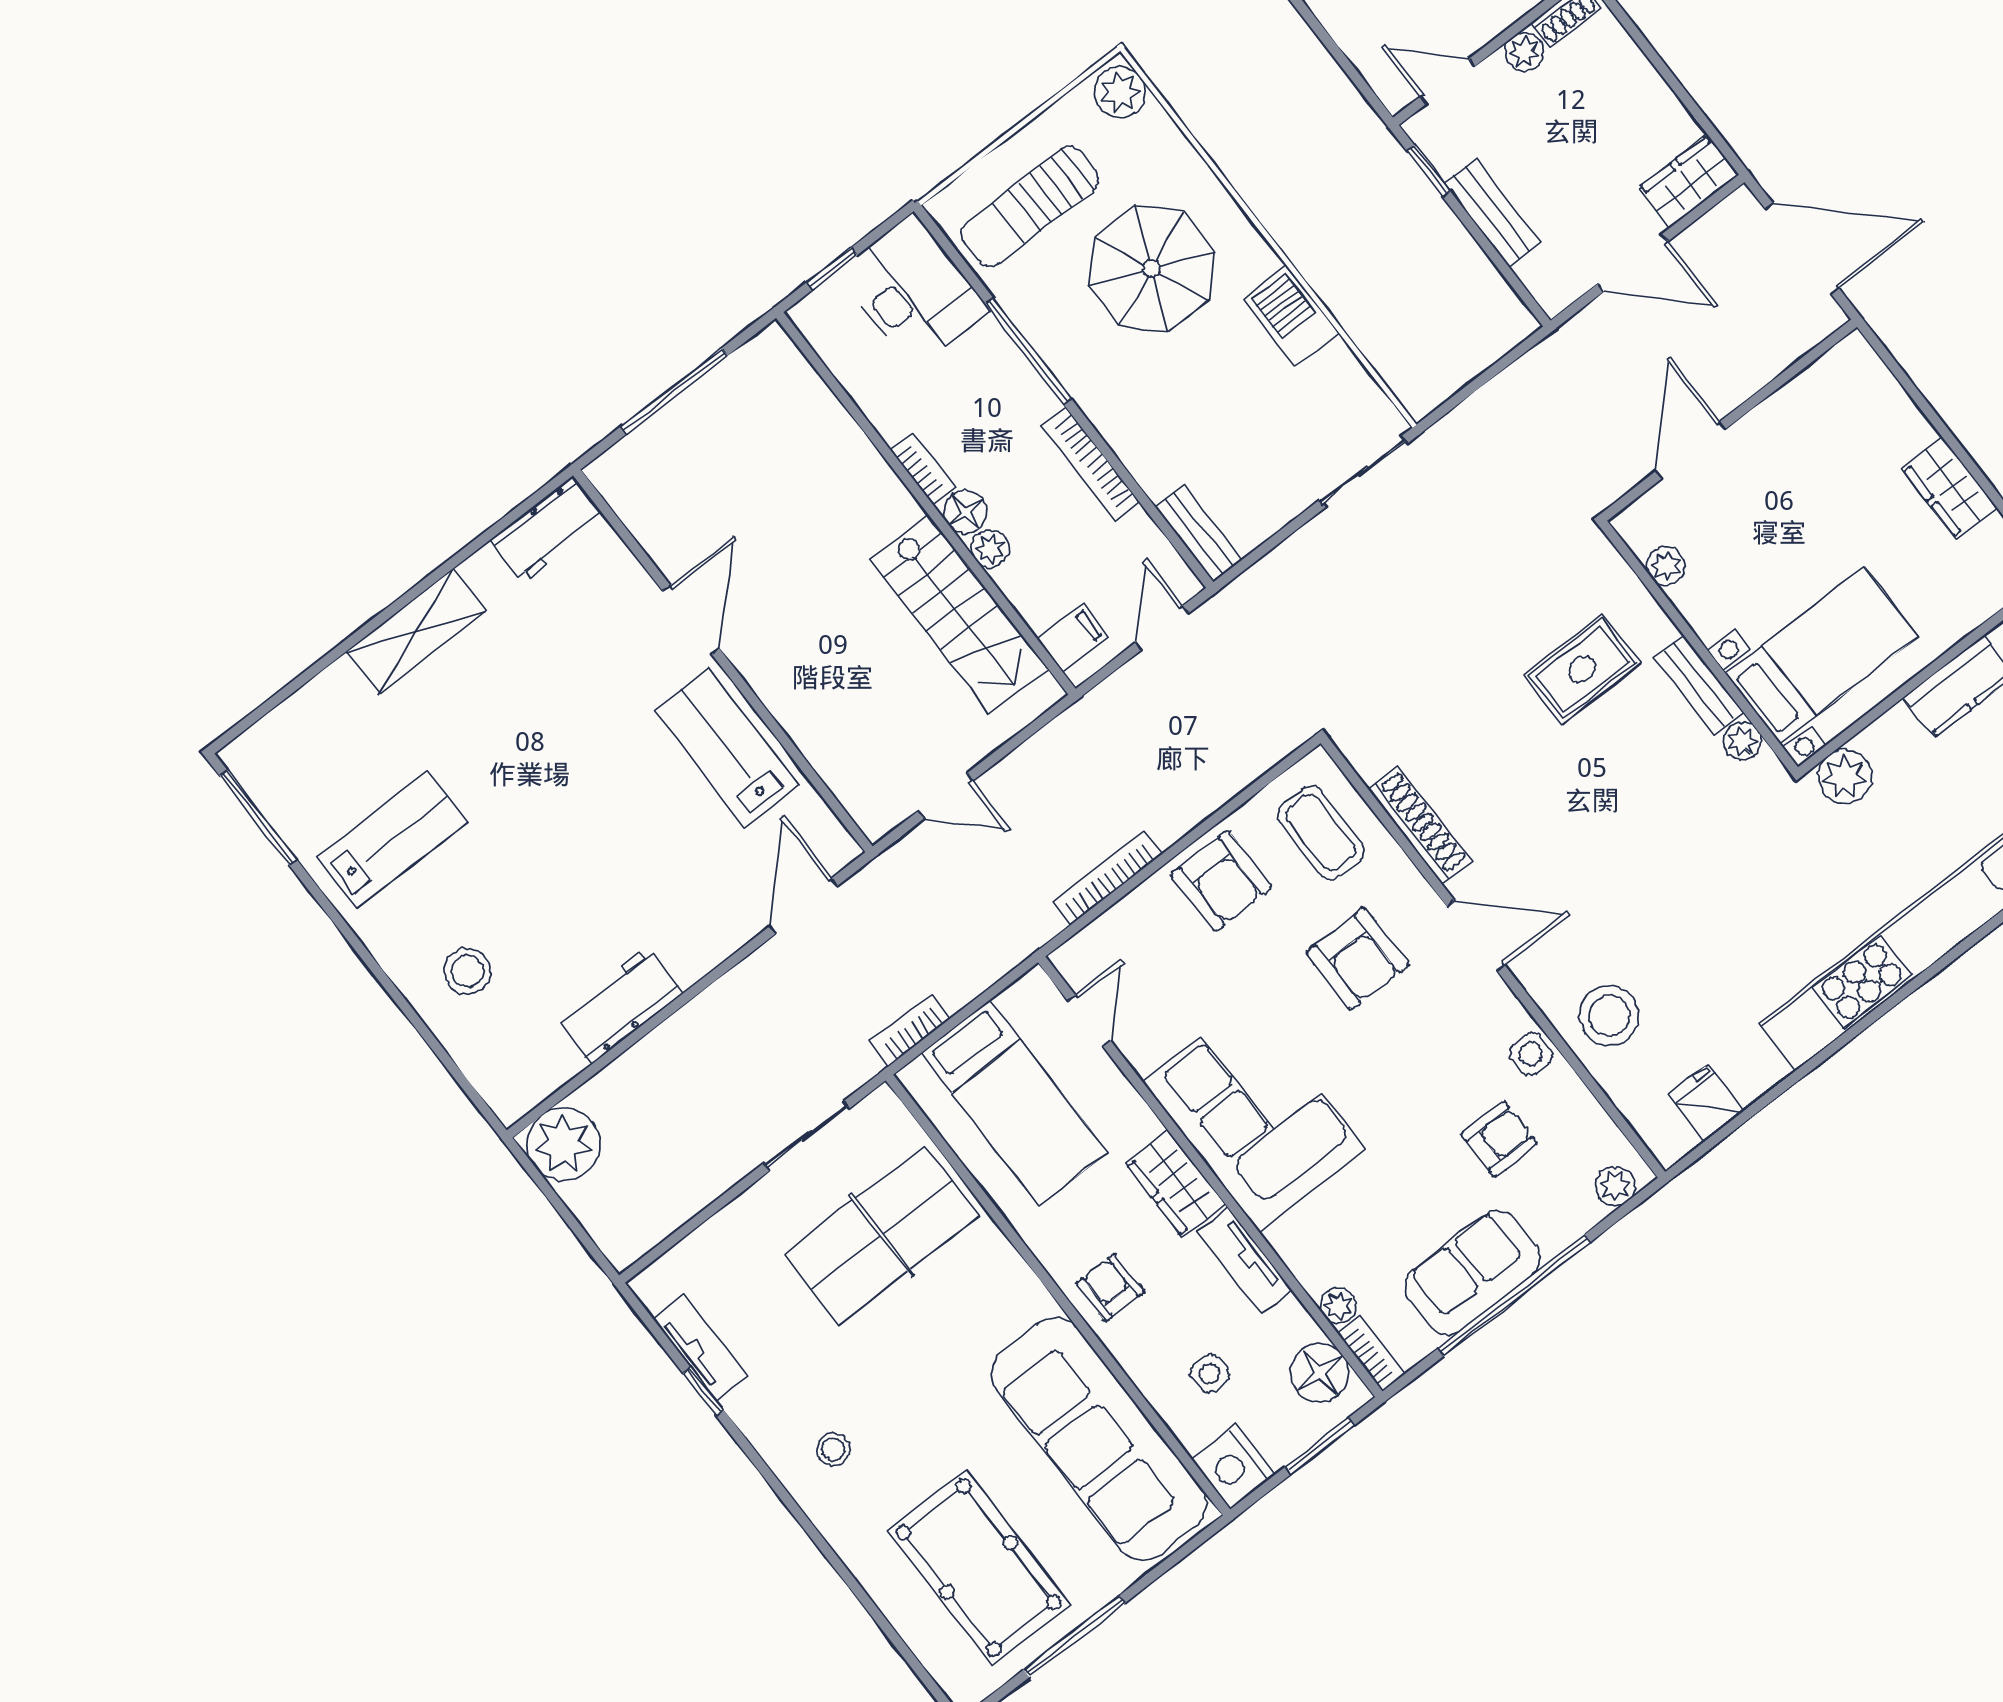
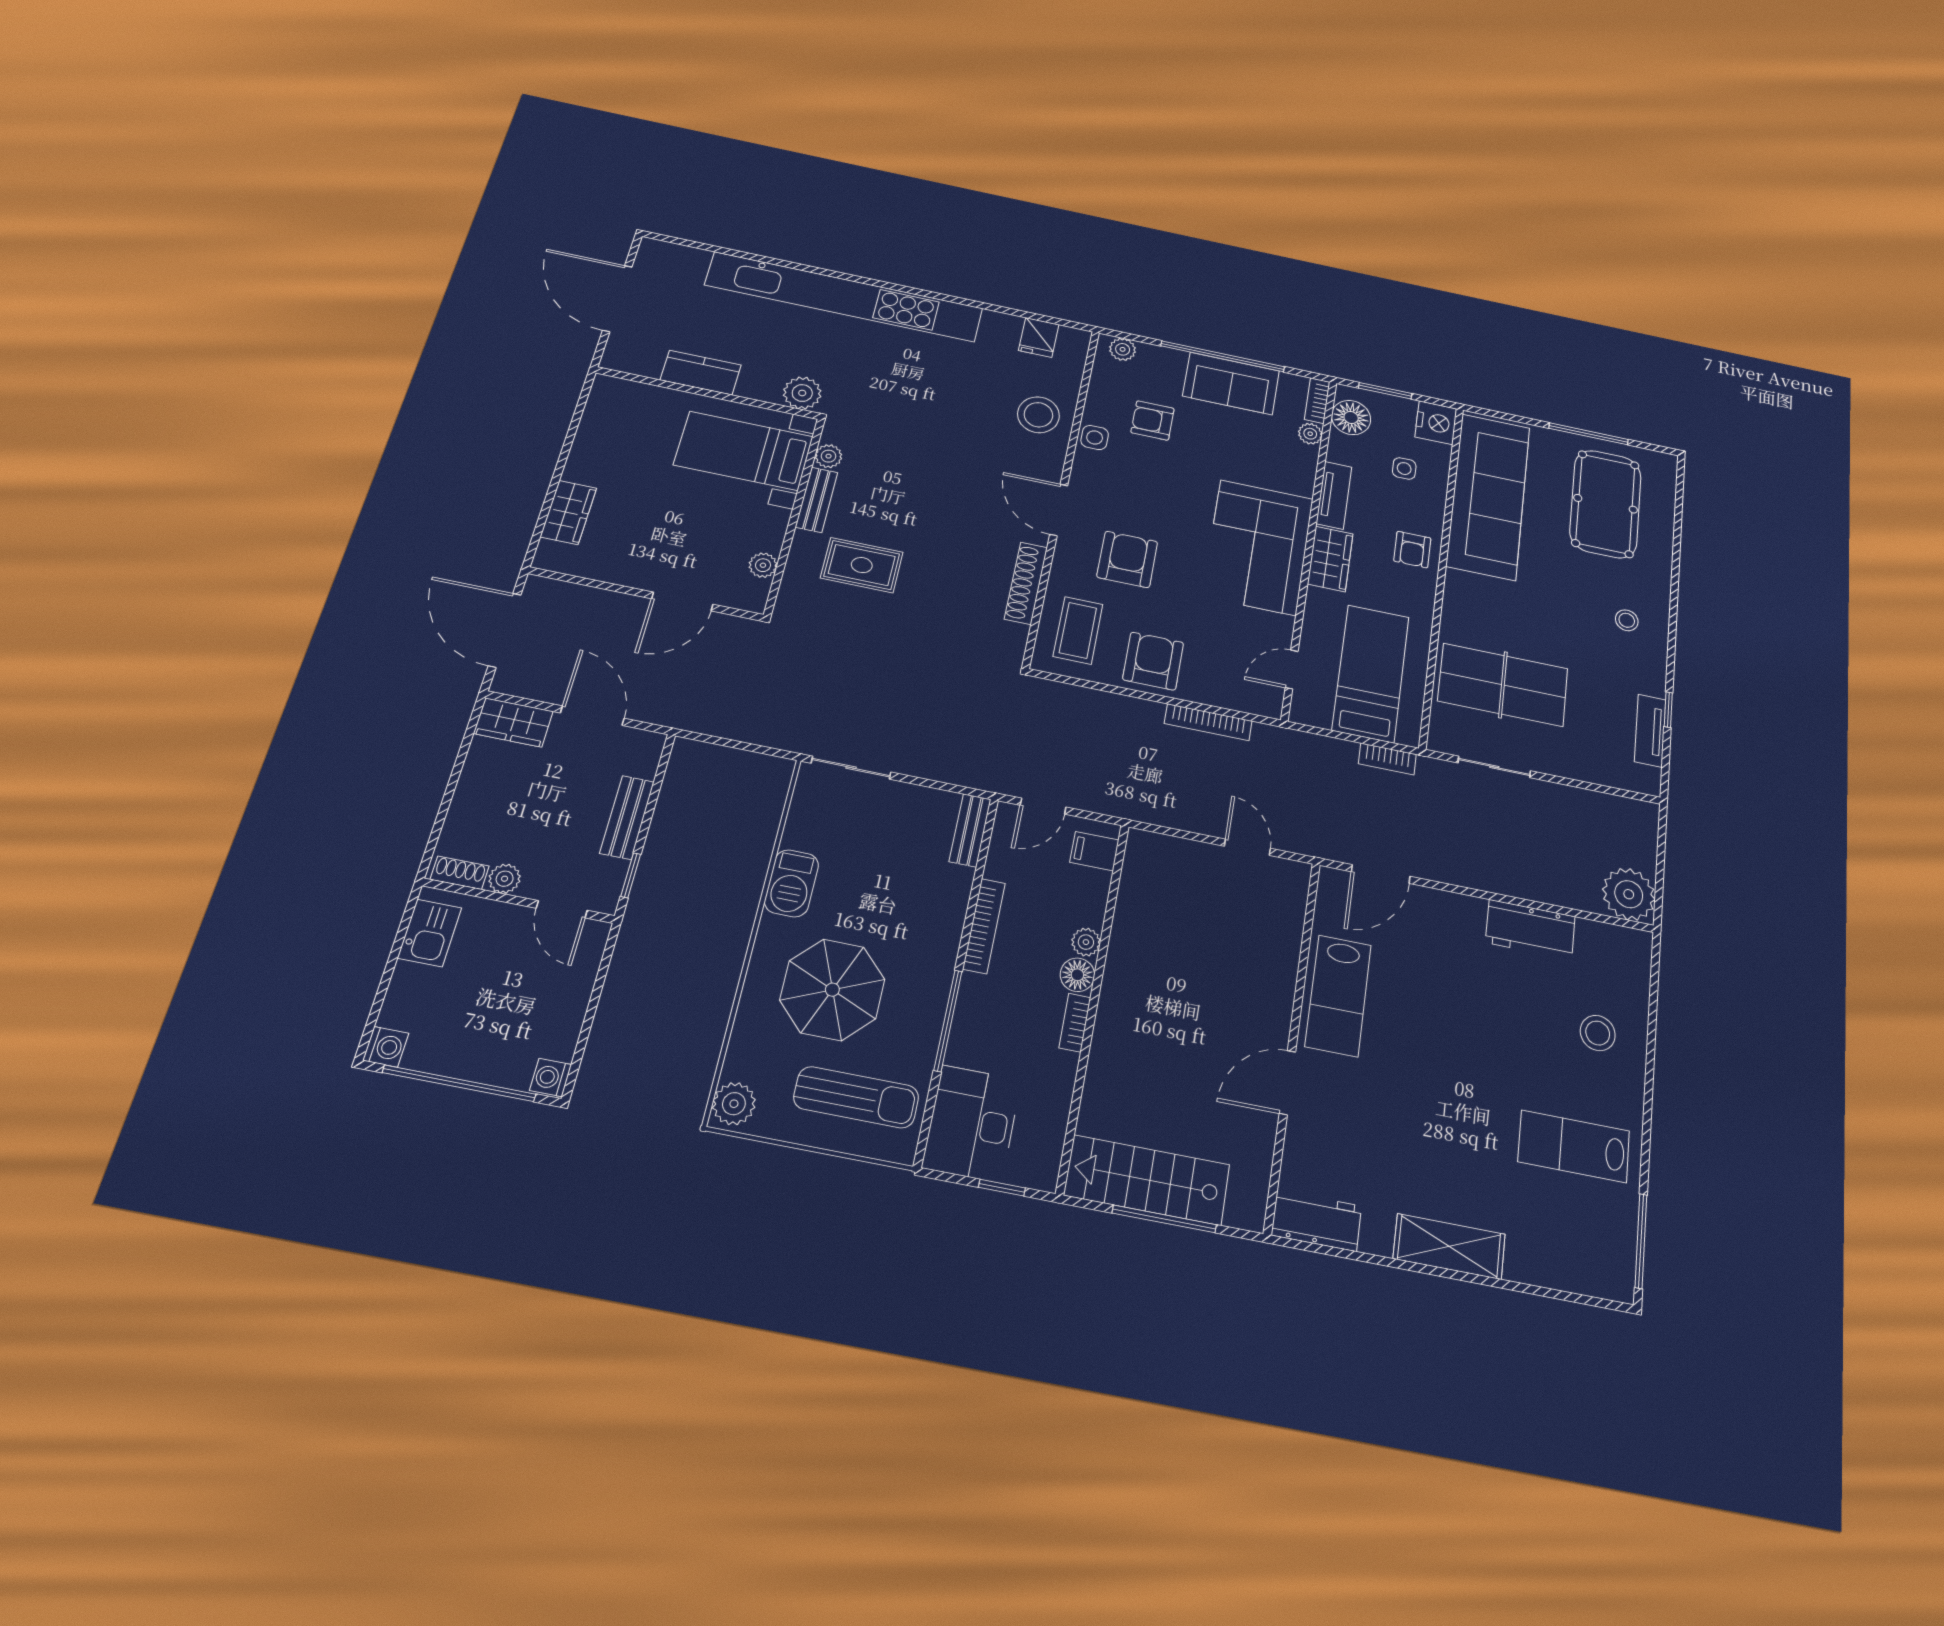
wardrobe: (1949, 488) -> (568, 512), moved
stairs: (959, 614) -> (1147, 1180), moved, turned -90

